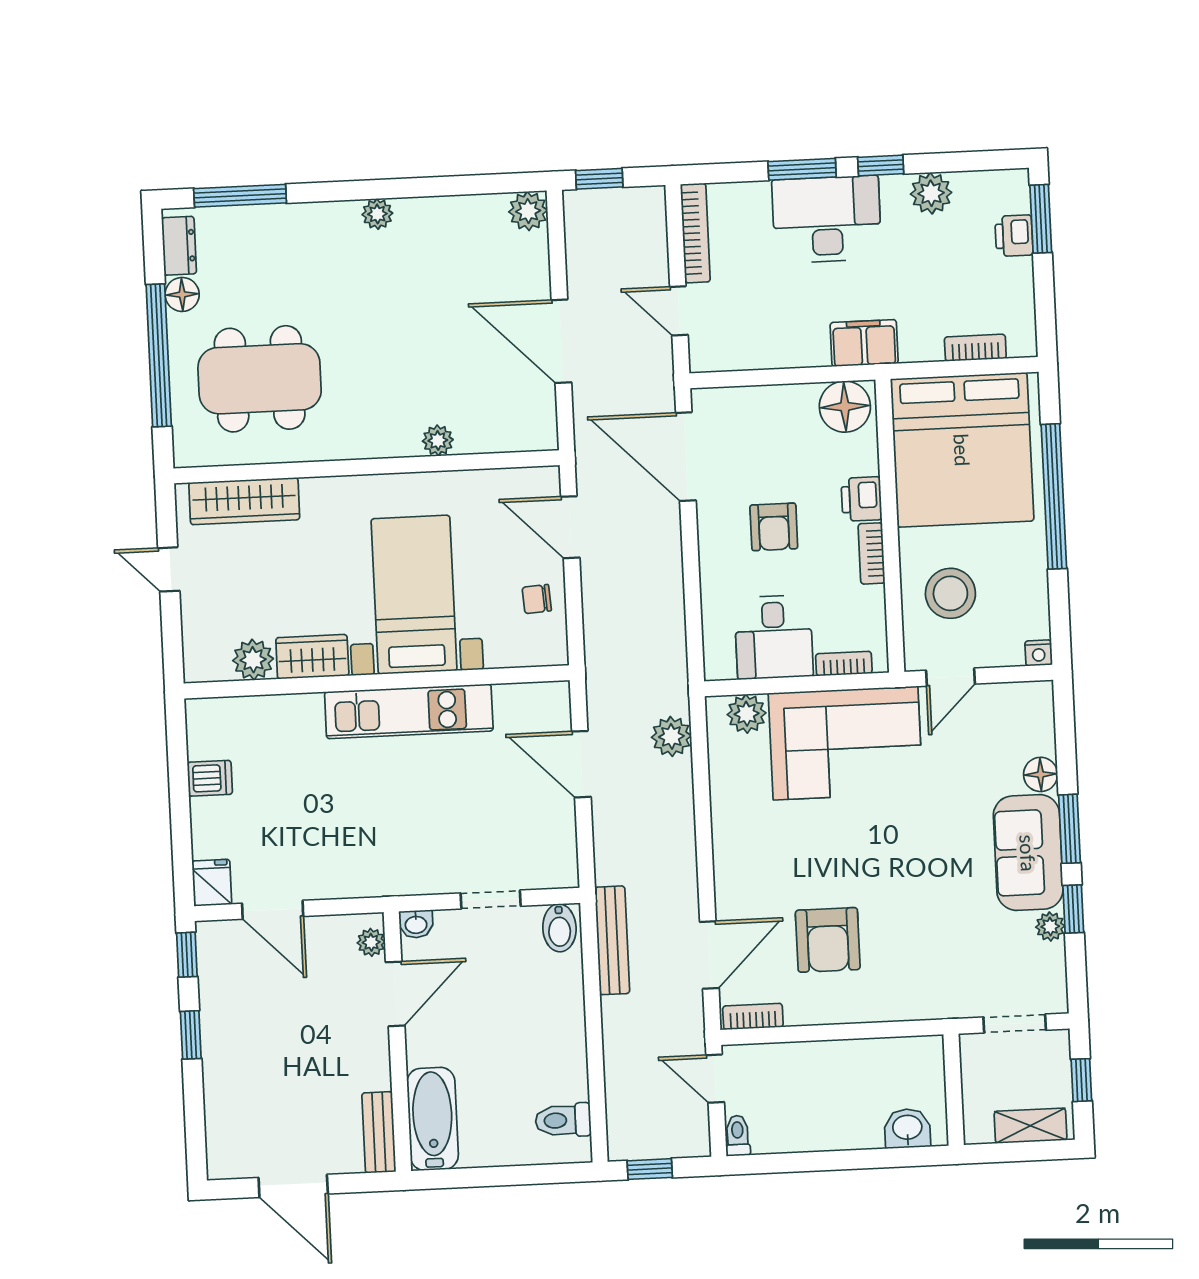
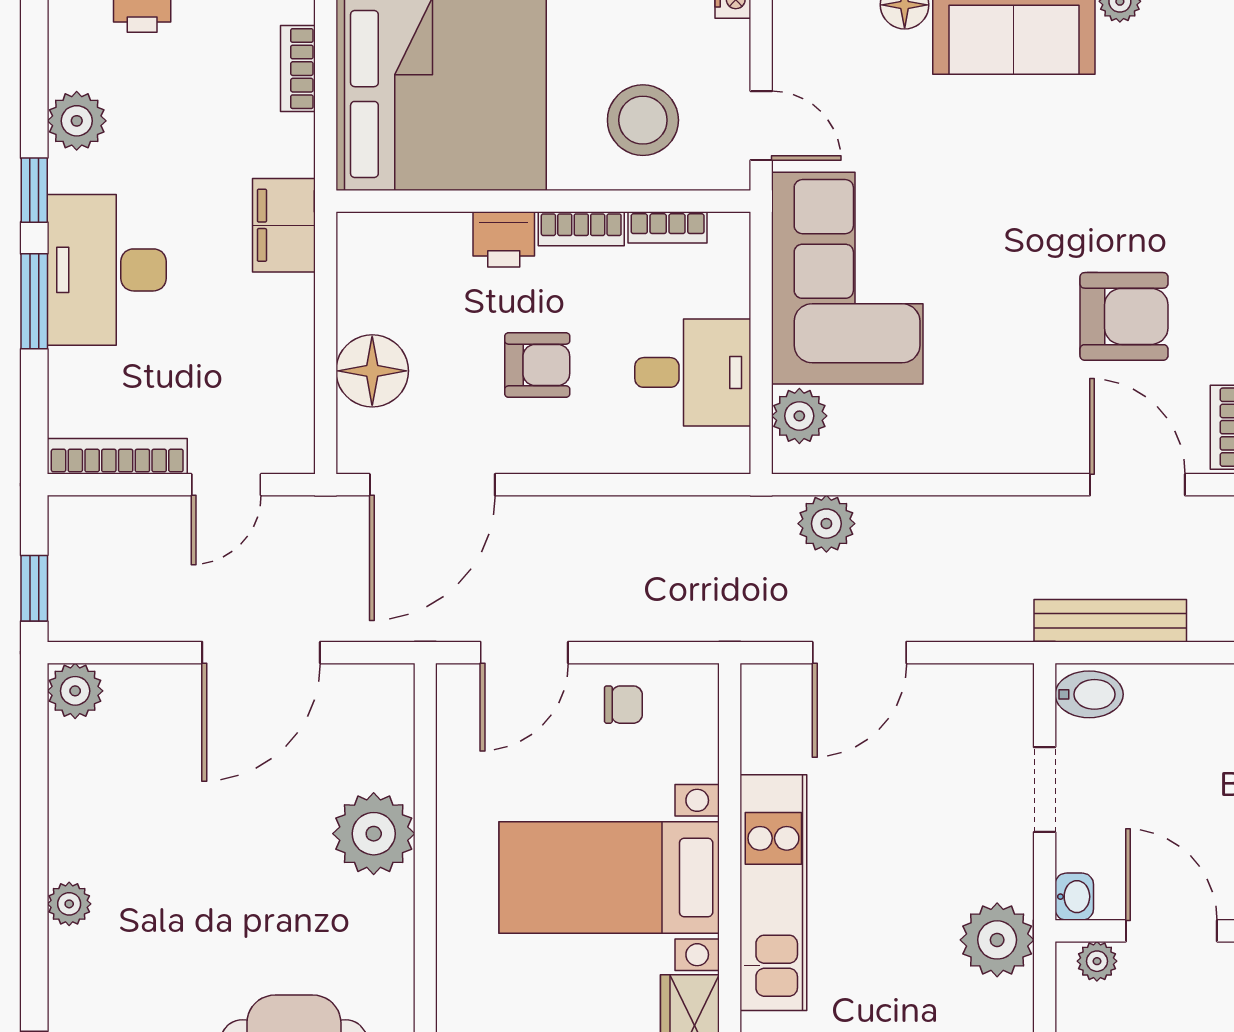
floor lamp: (845, 407) -> (372, 371), moved
plant: (438, 440) -> (374, 834), width x1.88, depth x1.88
chair: (537, 599) -> (623, 705), turned -86
bookcase: (844, 664) -> (668, 227), moved, turned -90
plant: (383, 871) -> (997, 940), added

